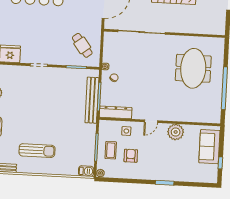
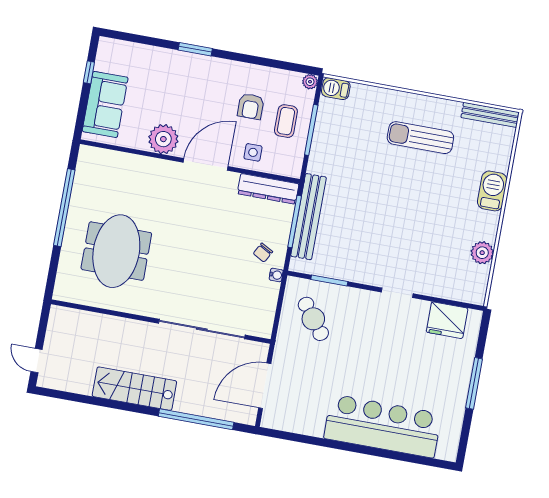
door: (151, 121) -> (206, 164), width x1.88

